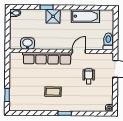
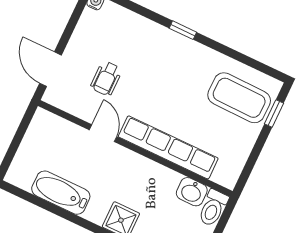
toilet: (108, 41) -> (213, 208), moved
door: (79, 51) -> (103, 133), swing flipped
coffee table: (53, 92) -> (239, 98), moved, width x1.86, depth x1.72

